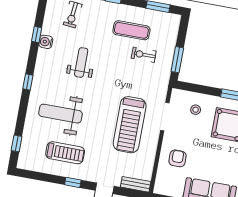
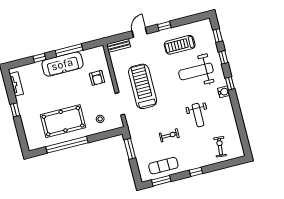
exercise mat: (131, 30) -> (163, 166), moved
window: (37, 35) -> (223, 57), moved
water cooler: (46, 42) -> (224, 92), moved
exercise bike: (144, 55) -> (169, 135), moved
weight bench: (60, 114) -> (196, 71), turned 180

